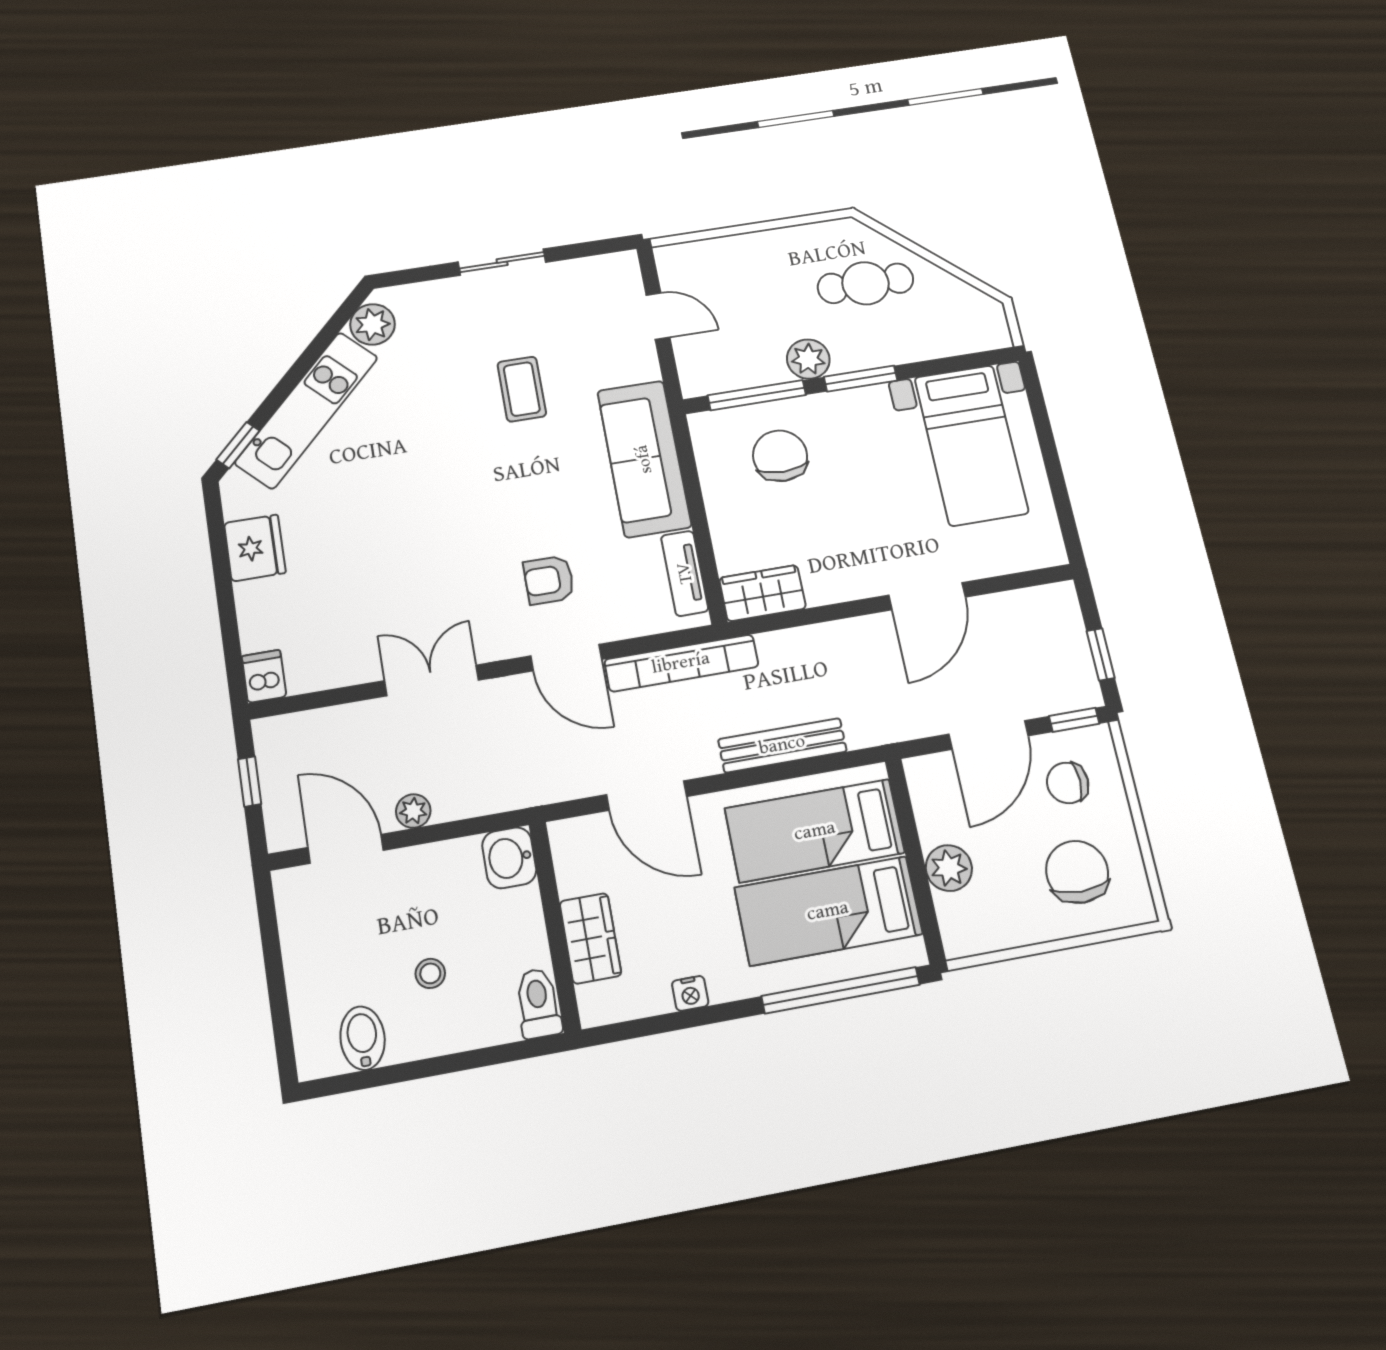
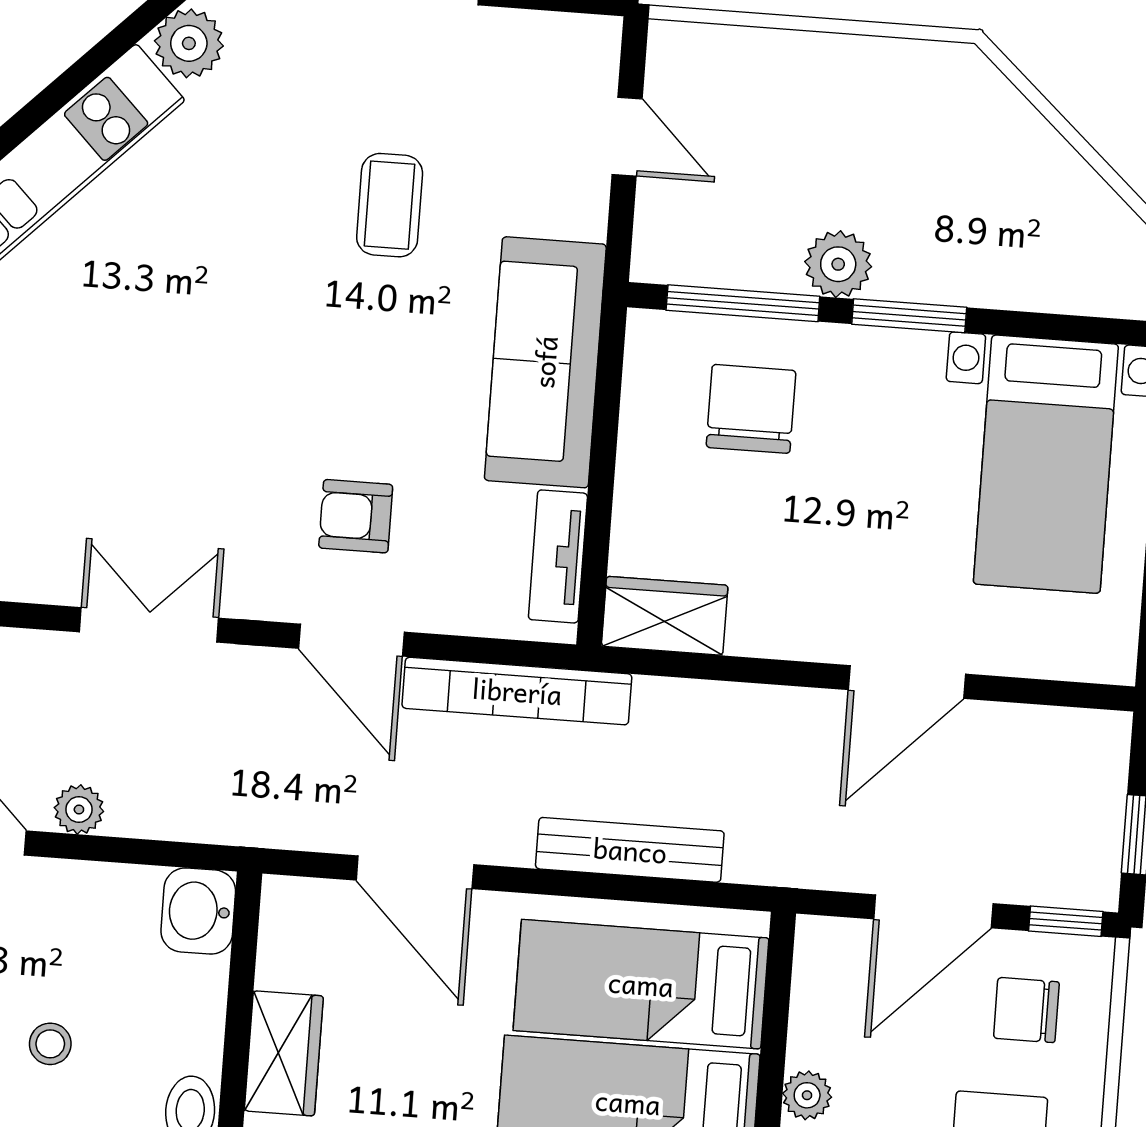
cafe table: (866, 283) -> (963, 161), removed
plant: (949, 868) -> (807, 1095), width x0.73, depth x0.73

